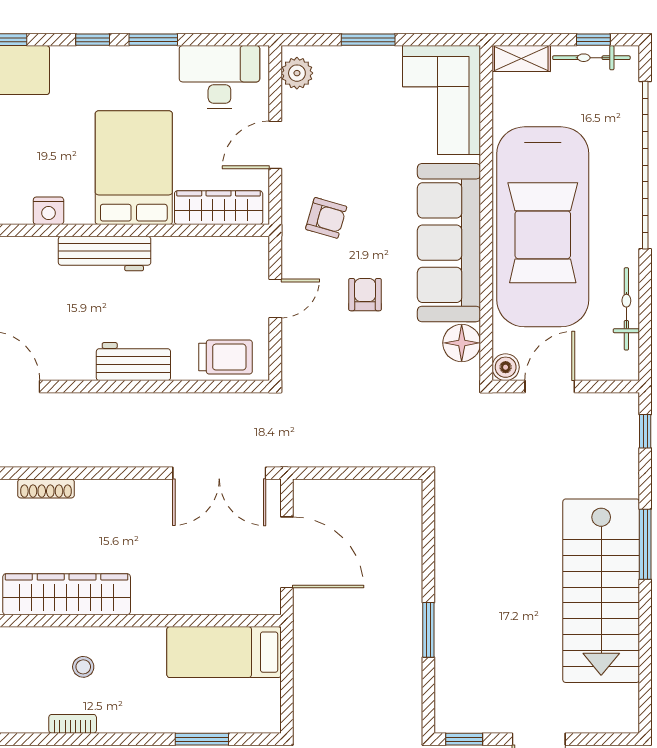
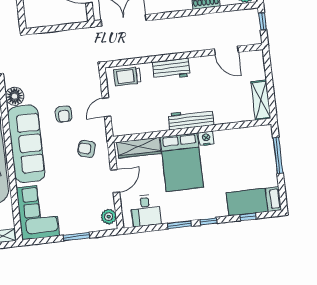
desk: (219, 77) -> (146, 210), width x0.73
nightstand: (48, 211) -> (206, 138), moved

